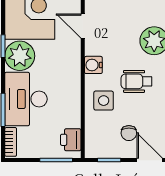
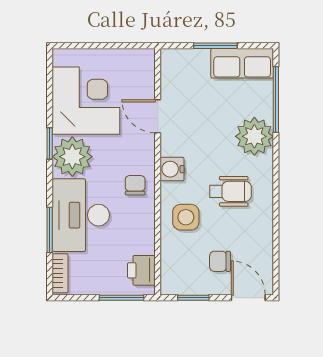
chair: (66, 77) -> (135, 185), added
wheelchair: (137, 81) -> (230, 191), turned 180
chair: (129, 133) -> (220, 261), turned 90

